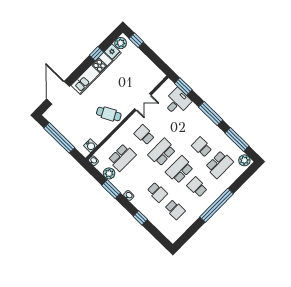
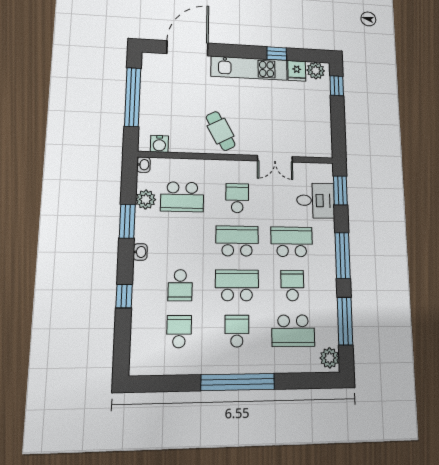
school desk: (184, 130) -> (292, 242), added
school desk: (175, 210) -> (179, 332), turned 180

